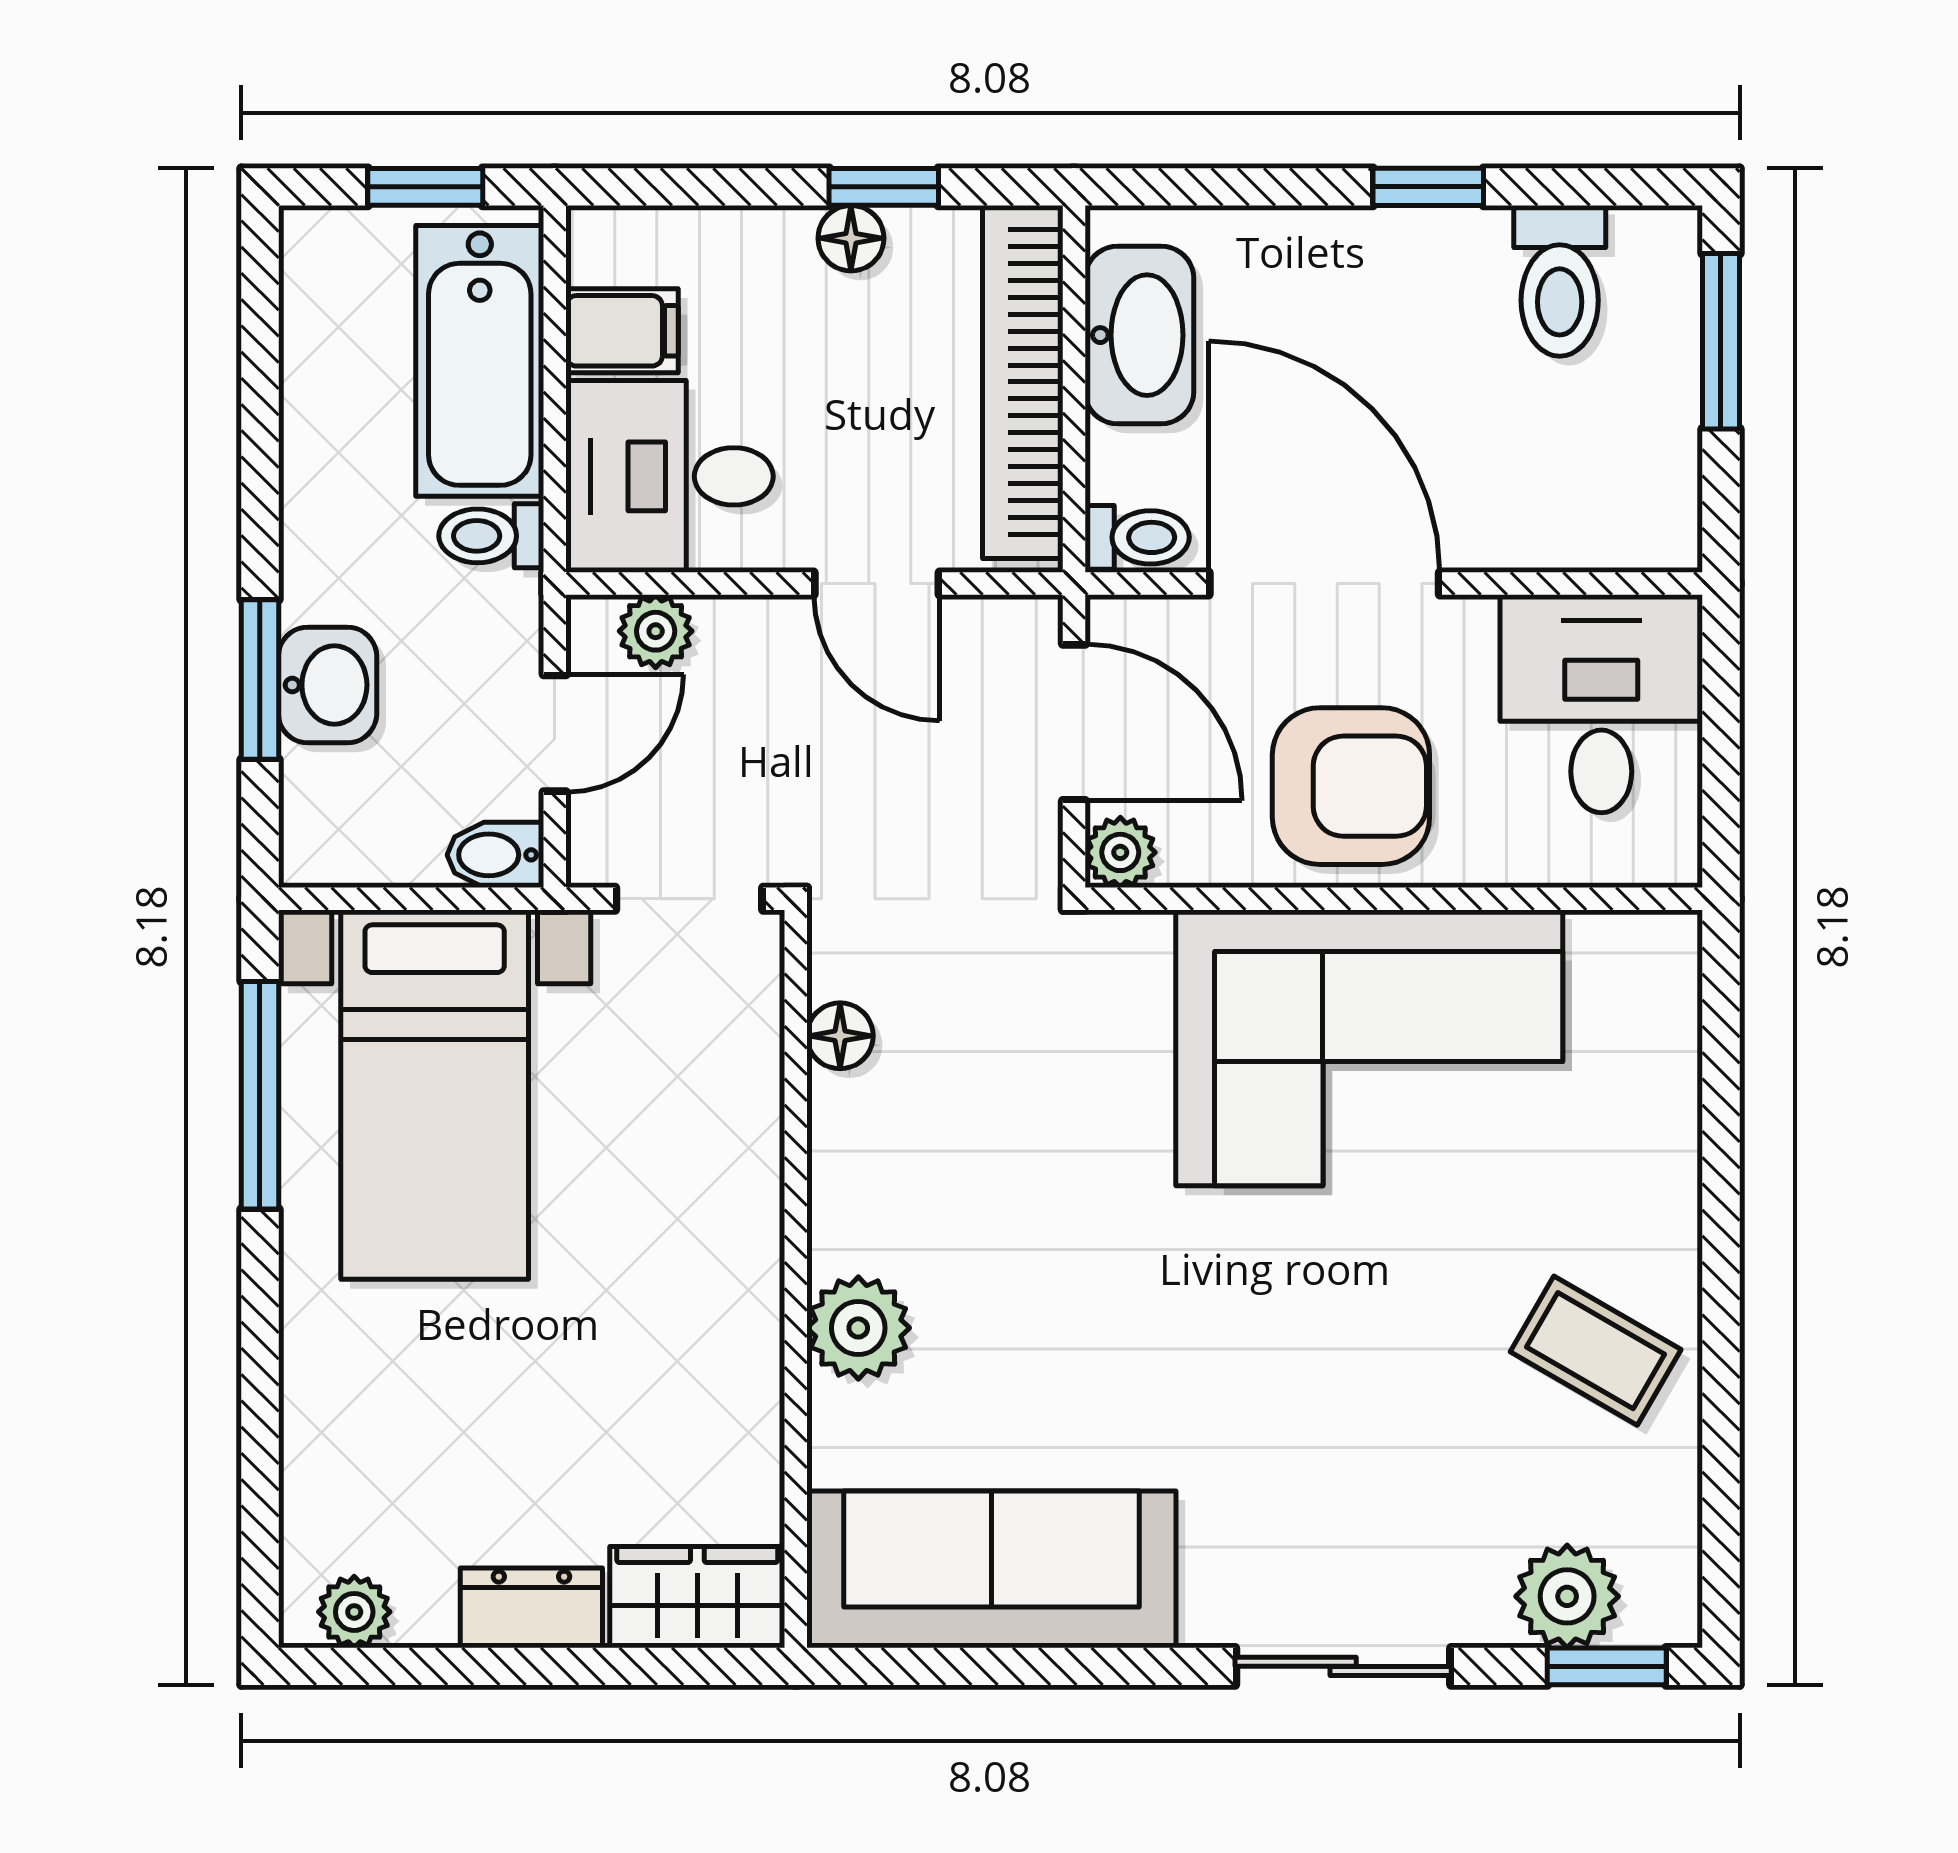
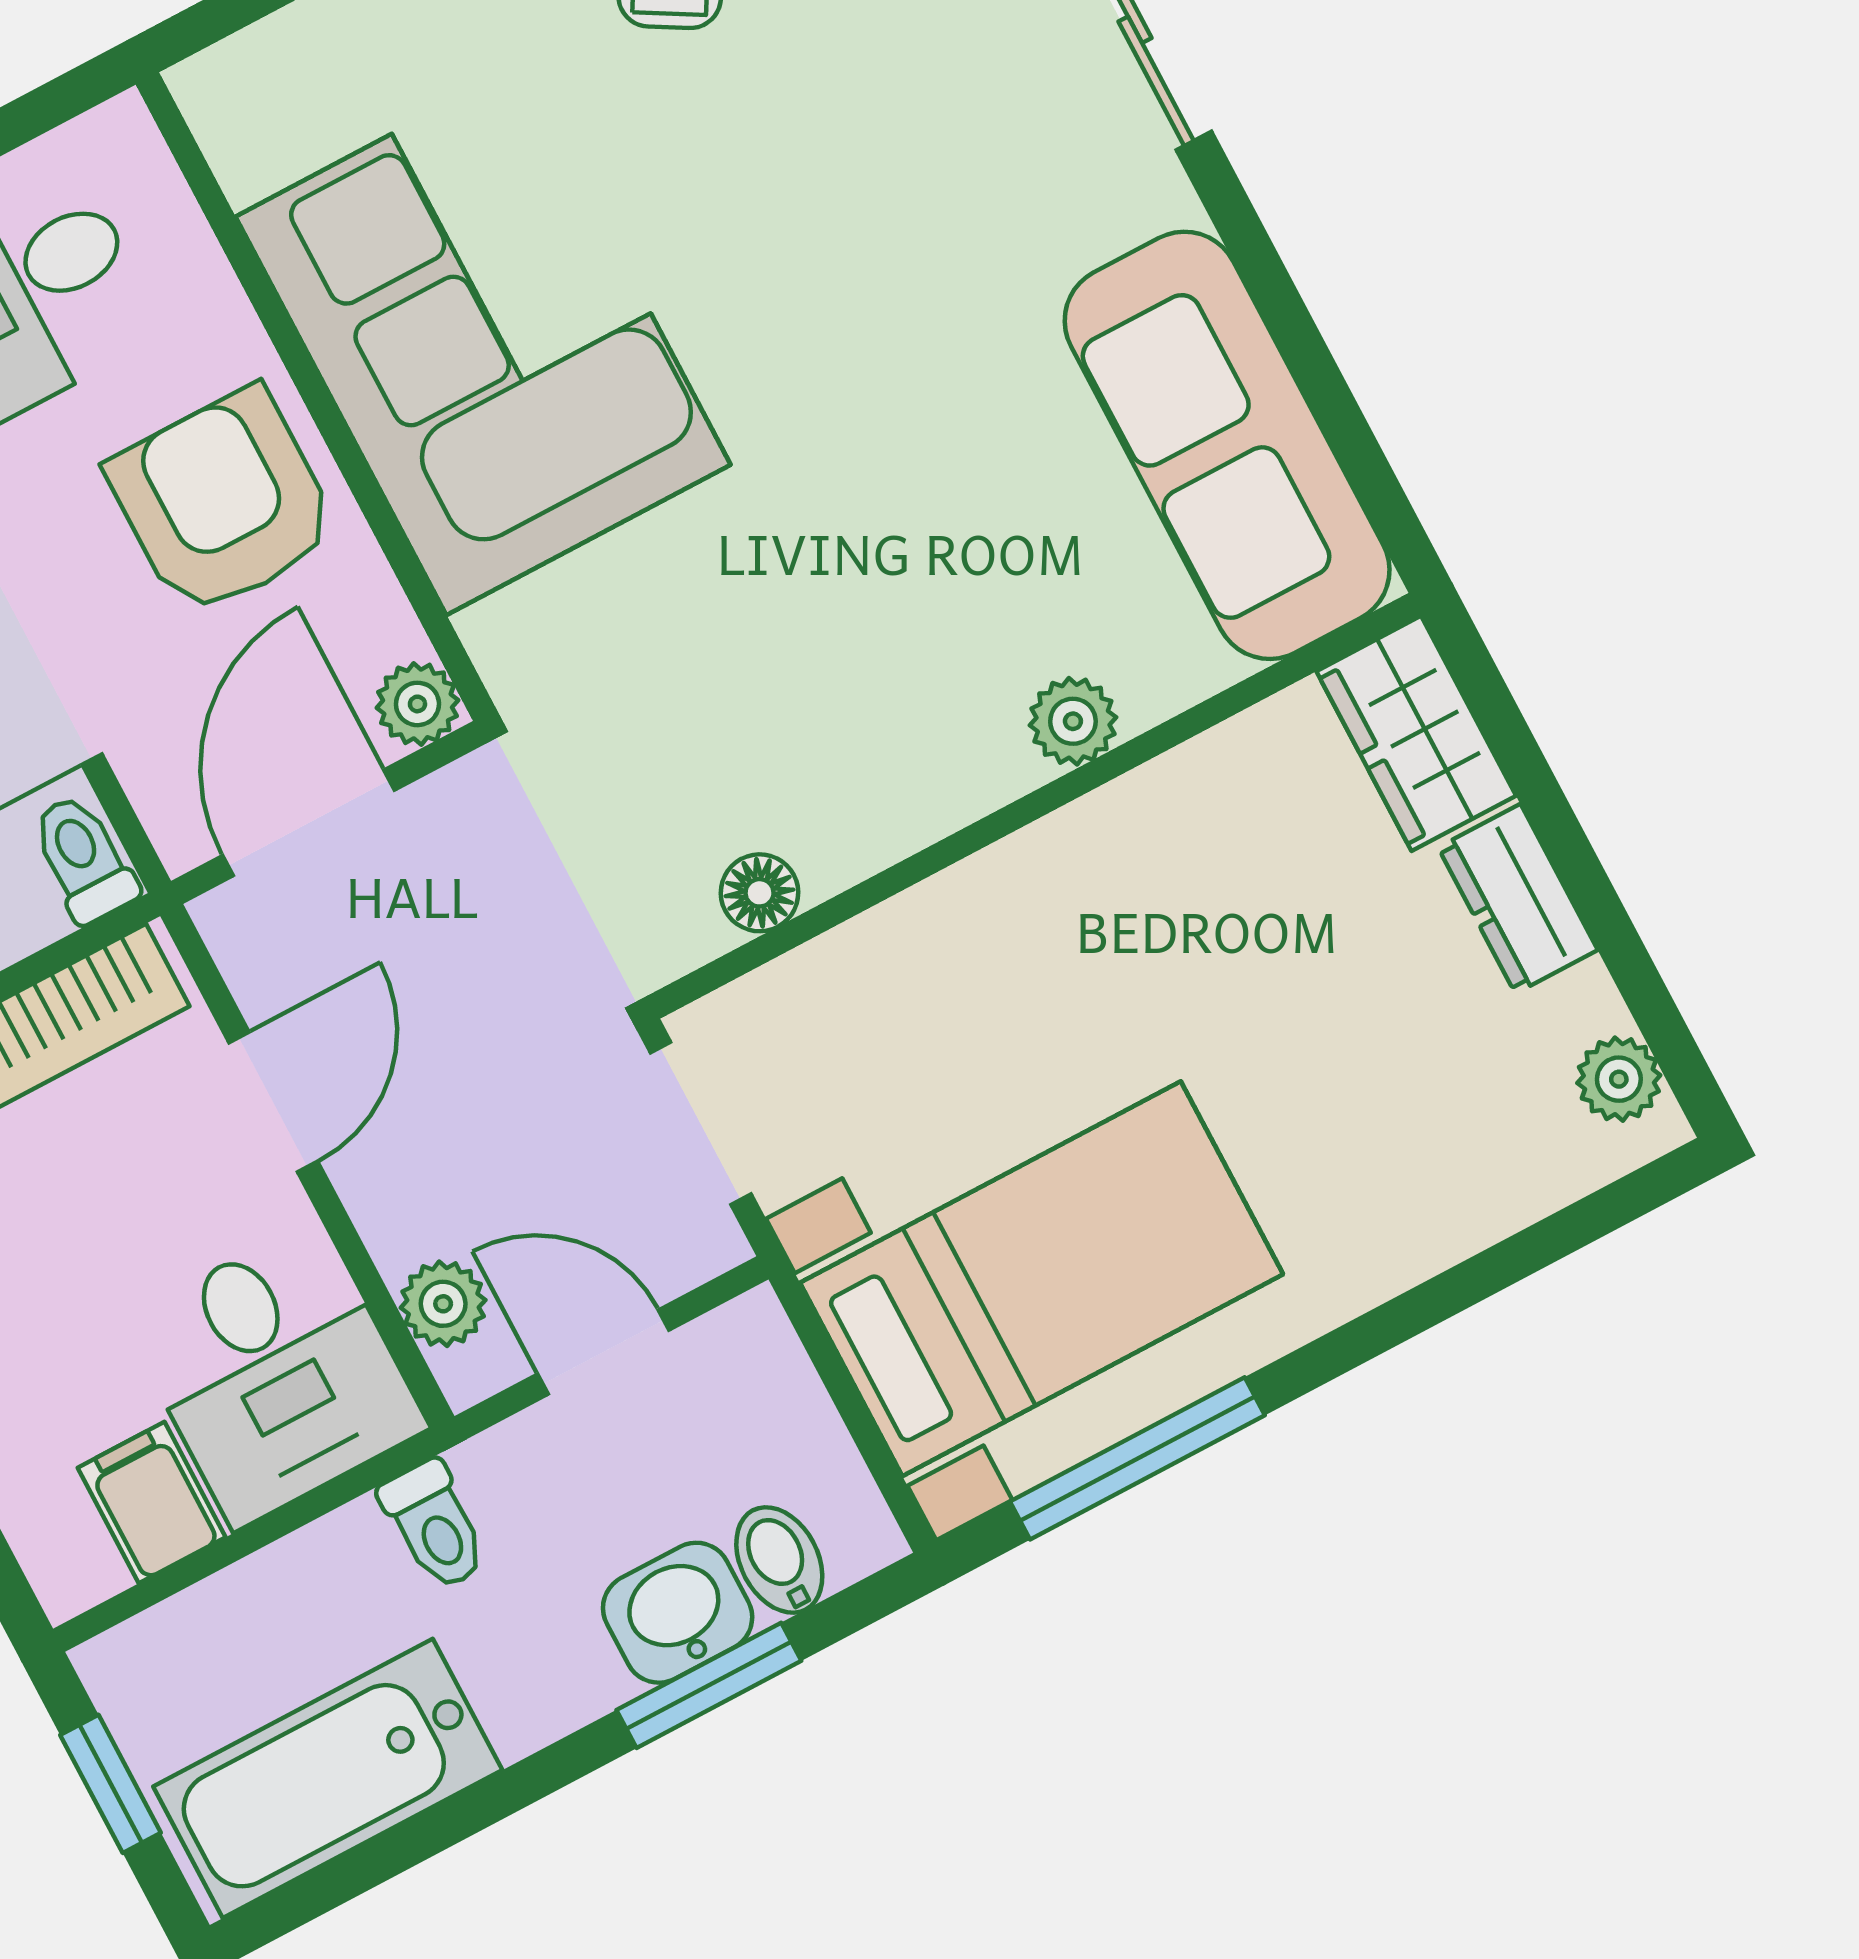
bathtub: (480, 361) -> (328, 1778), moved, turned 180
bidet: (495, 855) -> (779, 1560), moved, turned 180
plant: (858, 1328) -> (1073, 721), width x0.73, depth x0.73

